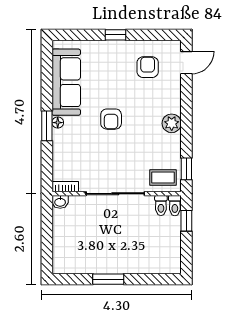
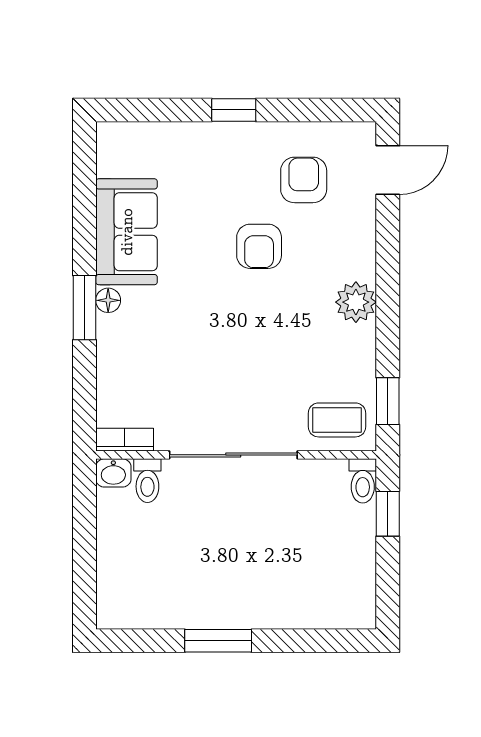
sofa: (66, 82) -> (127, 232), width x0.73
armchair: (111, 119) -> (259, 246), moved
toilet: (161, 205) -> (147, 481), moved

